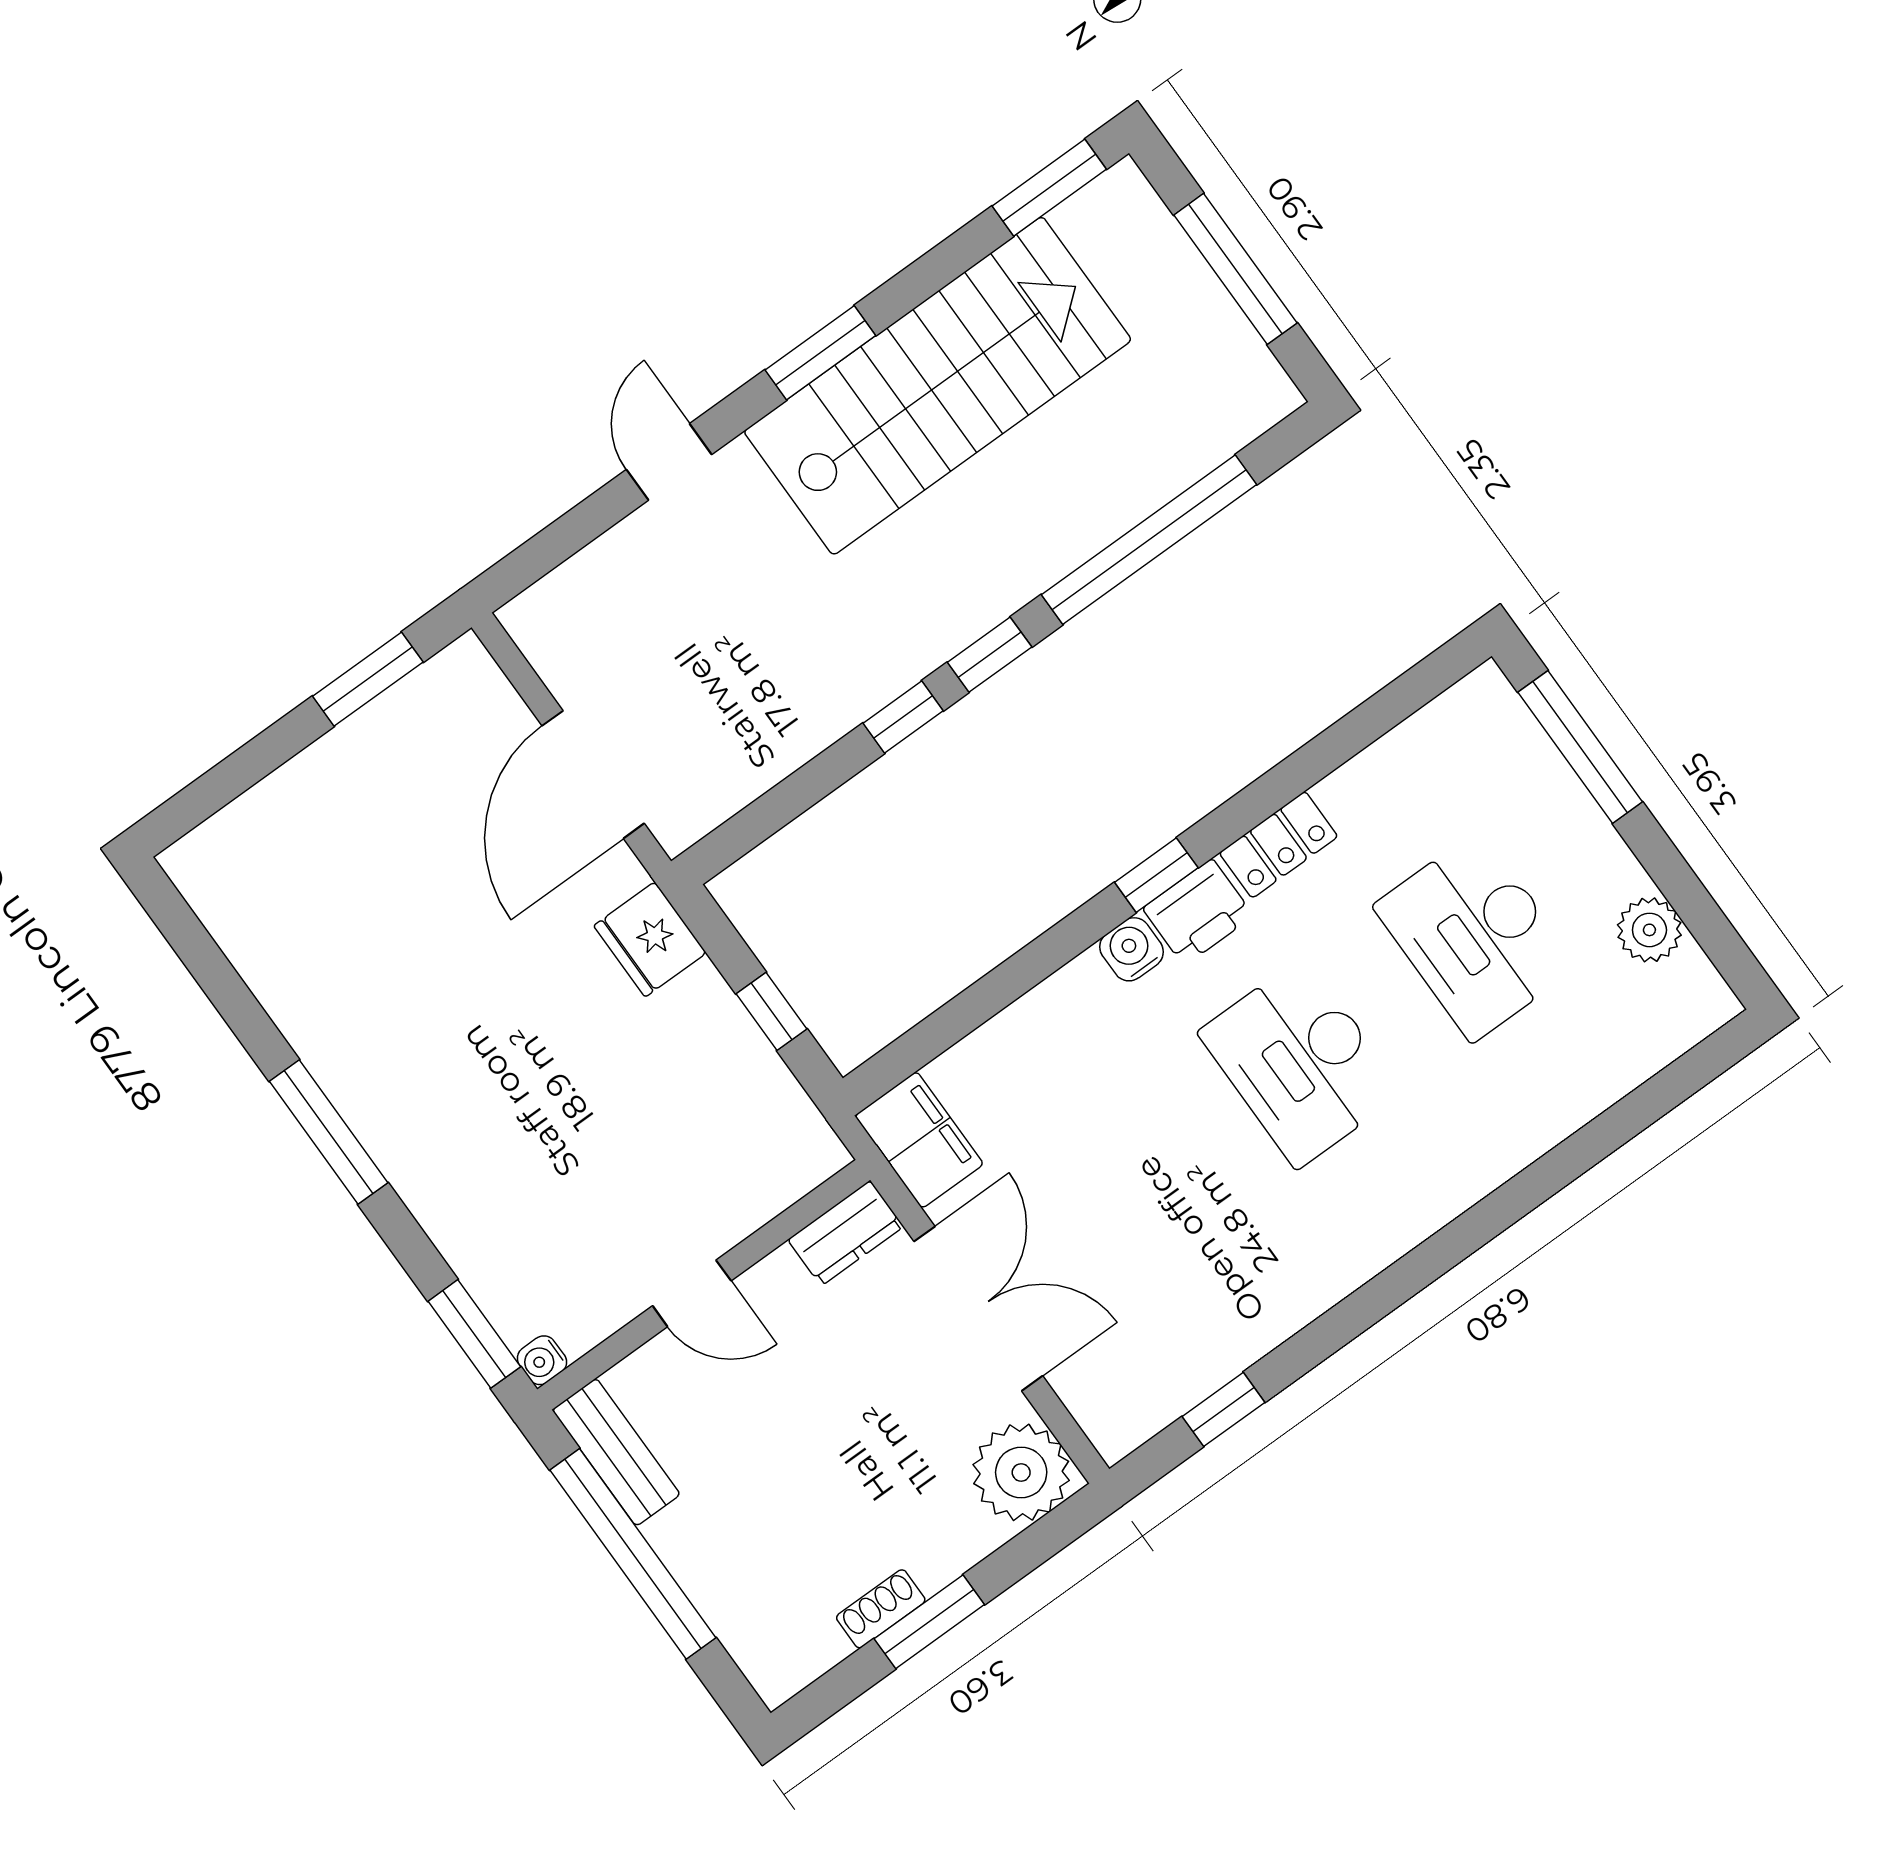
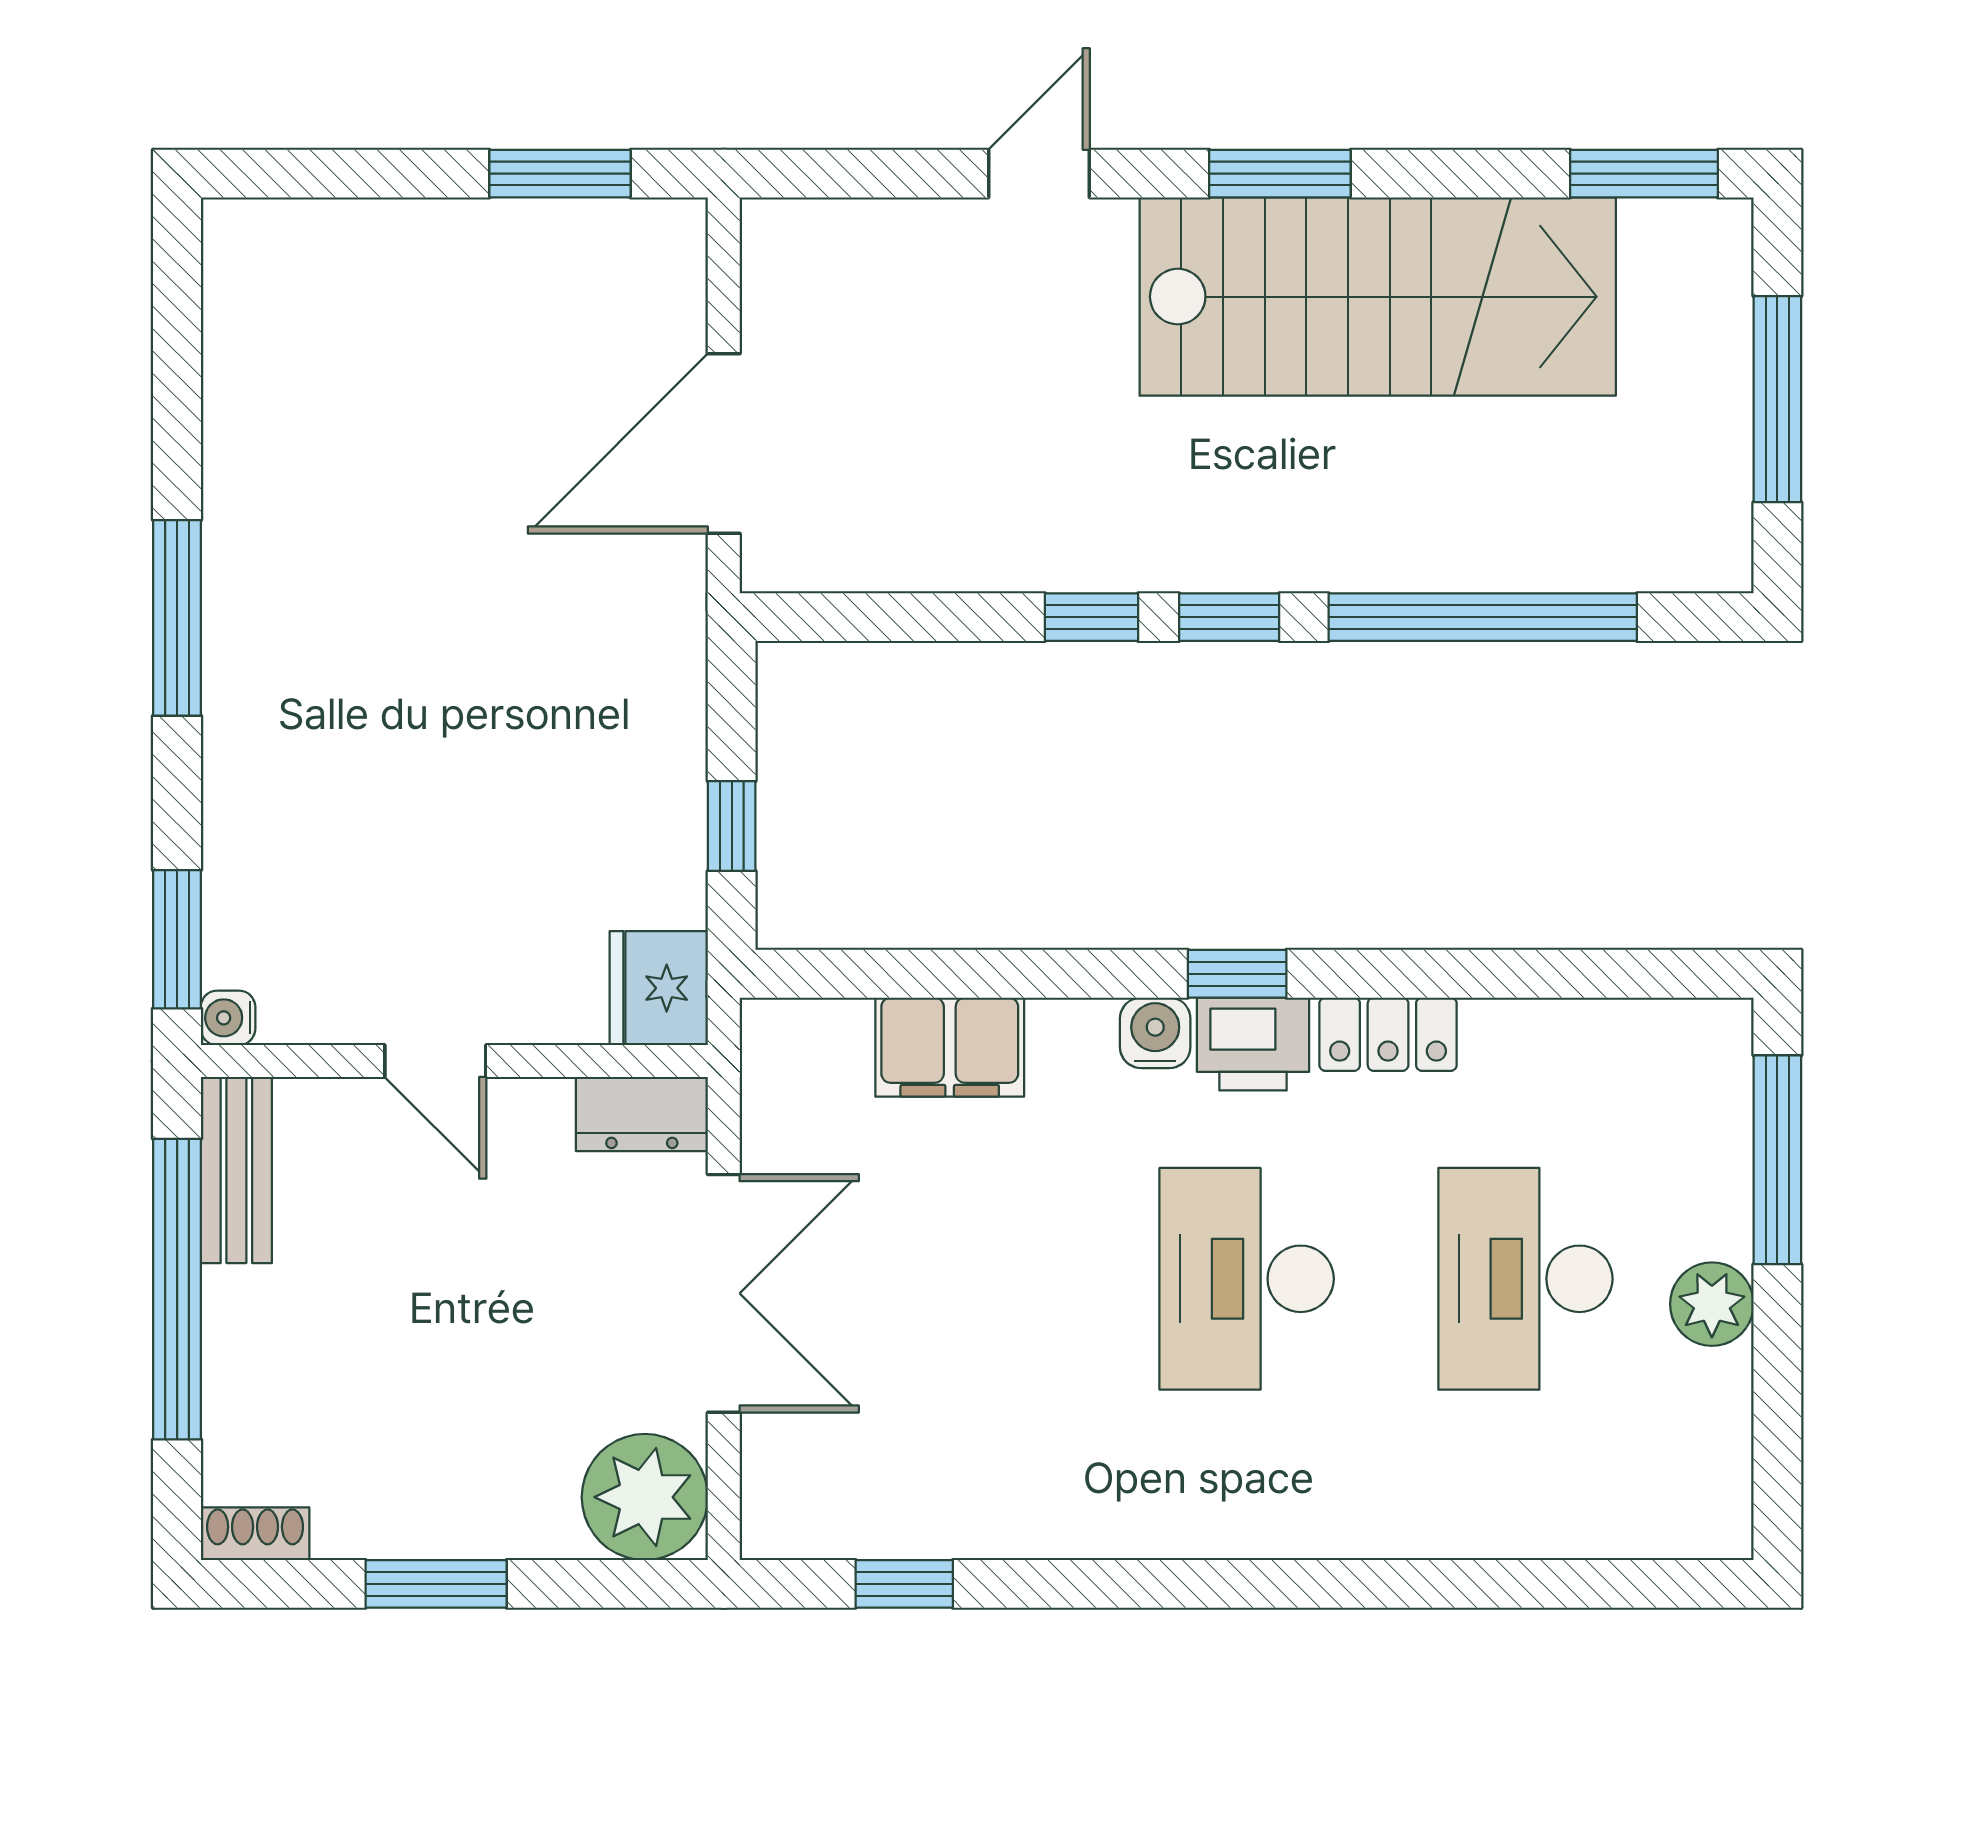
plant: (1649, 930) -> (1712, 1304), moved
fridge: (650, 939) -> (659, 988), moved
filing cabinet: (919, 1140) -> (950, 1047), moved, turned 90
shoe rack: (881, 1609) -> (255, 1534), moved

